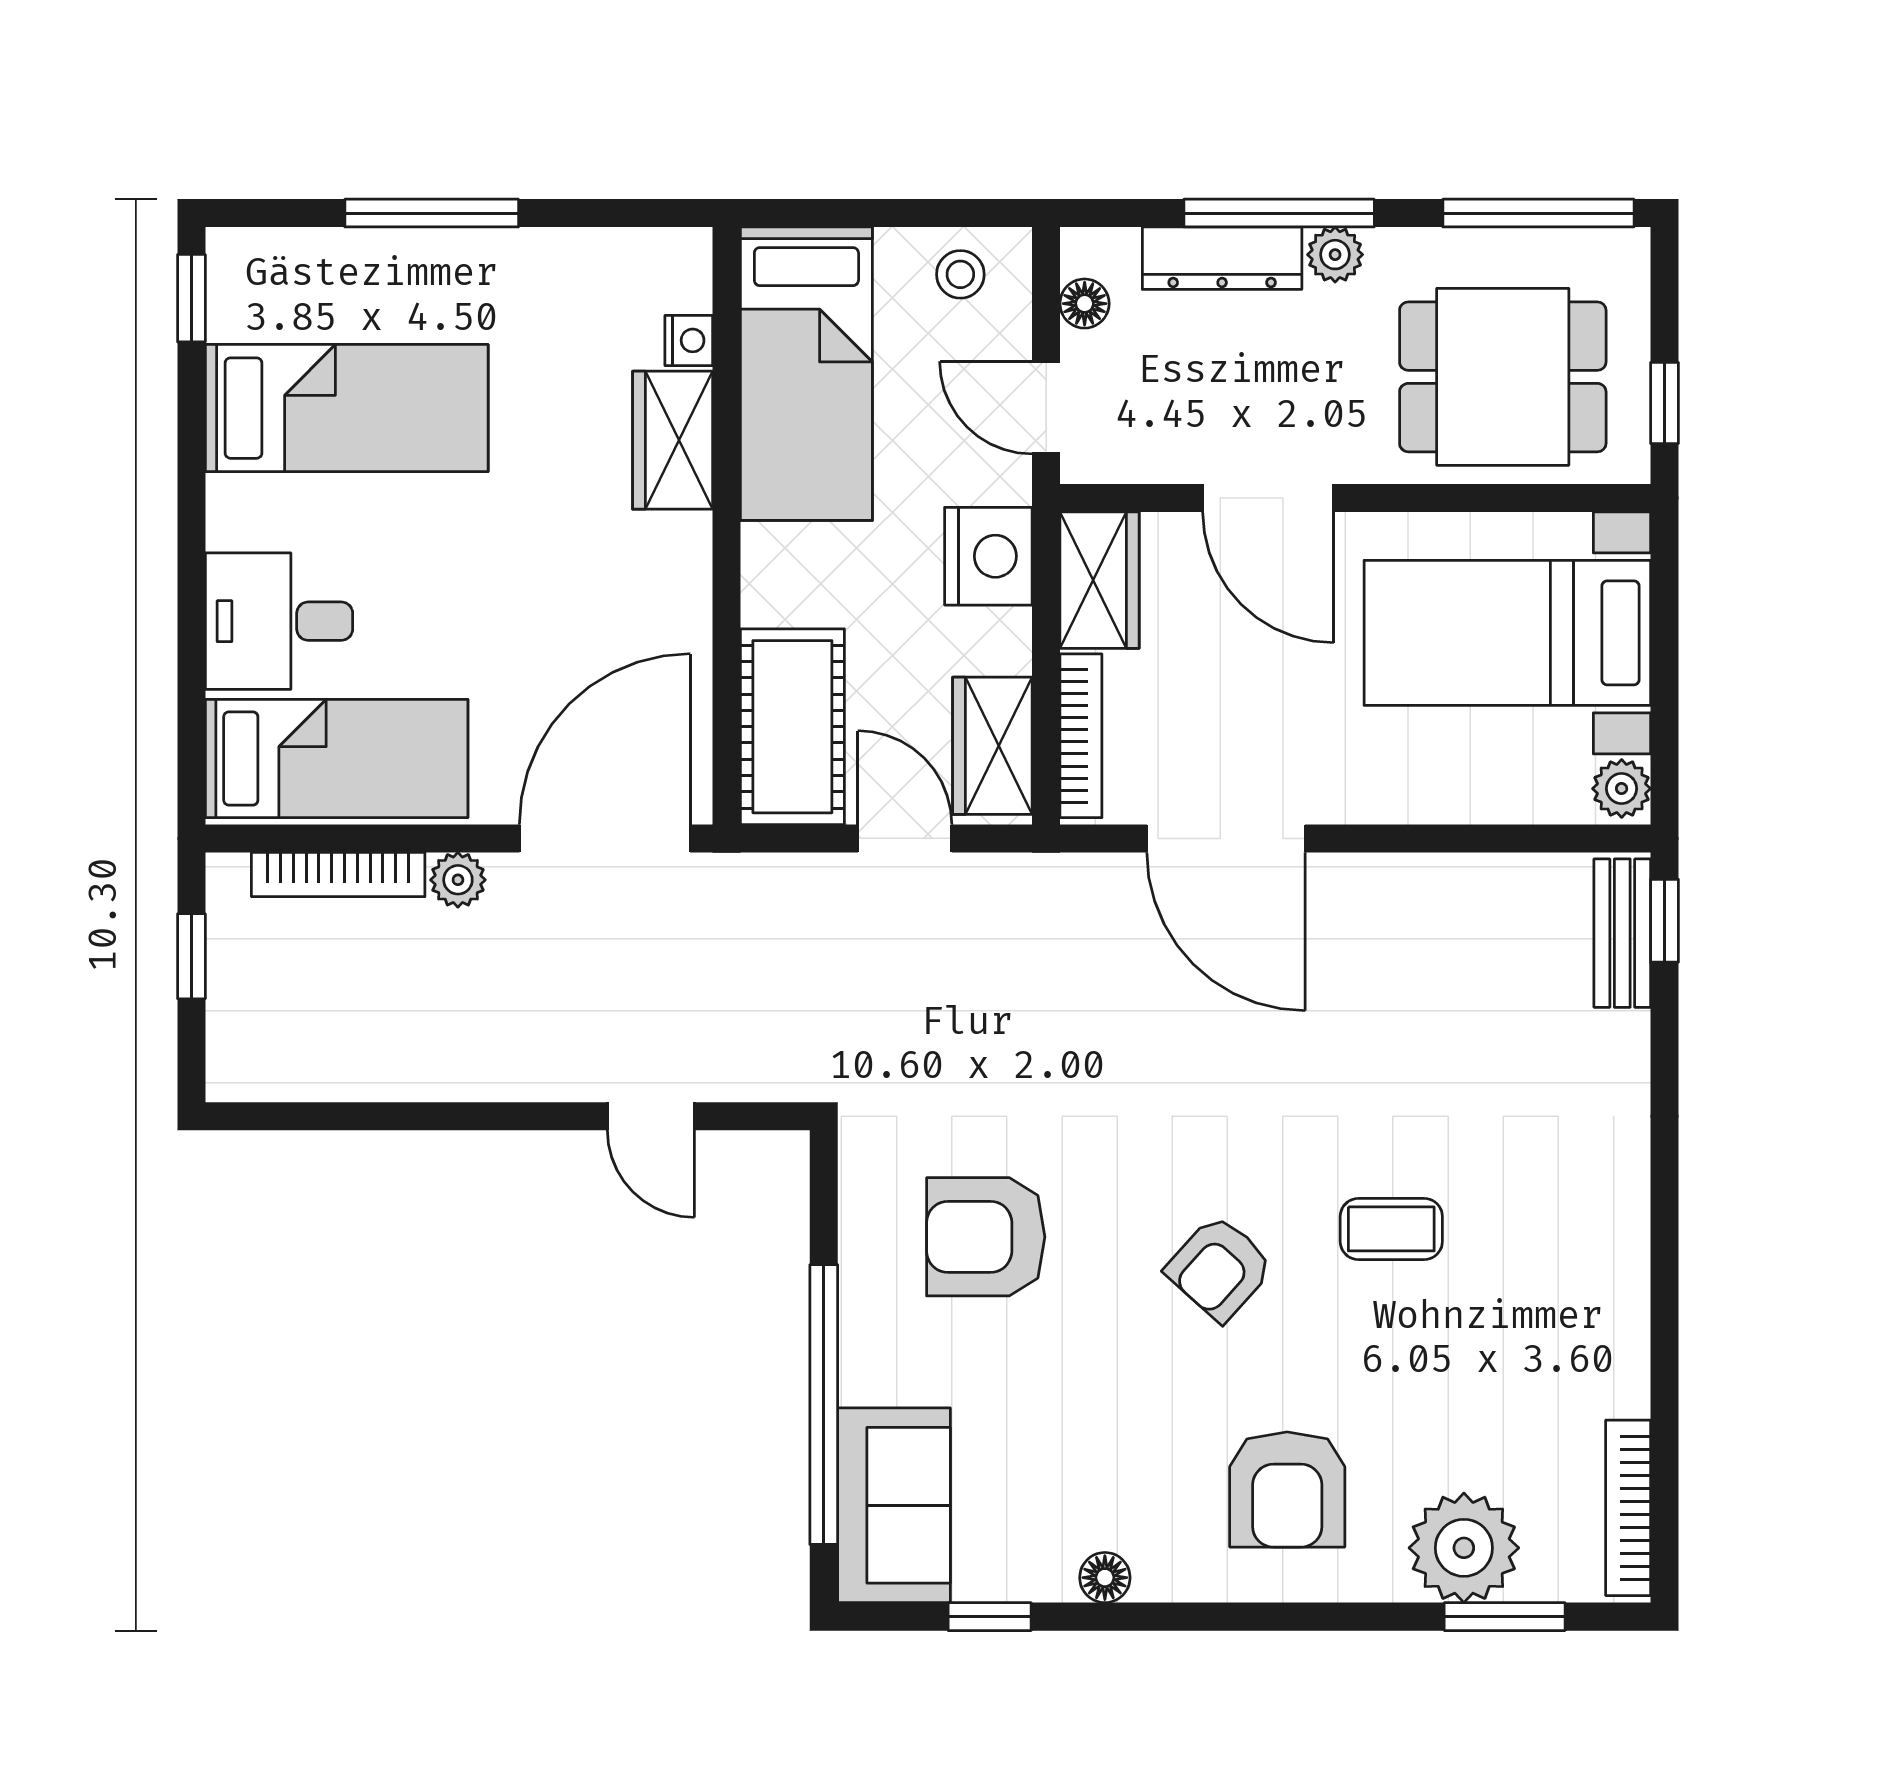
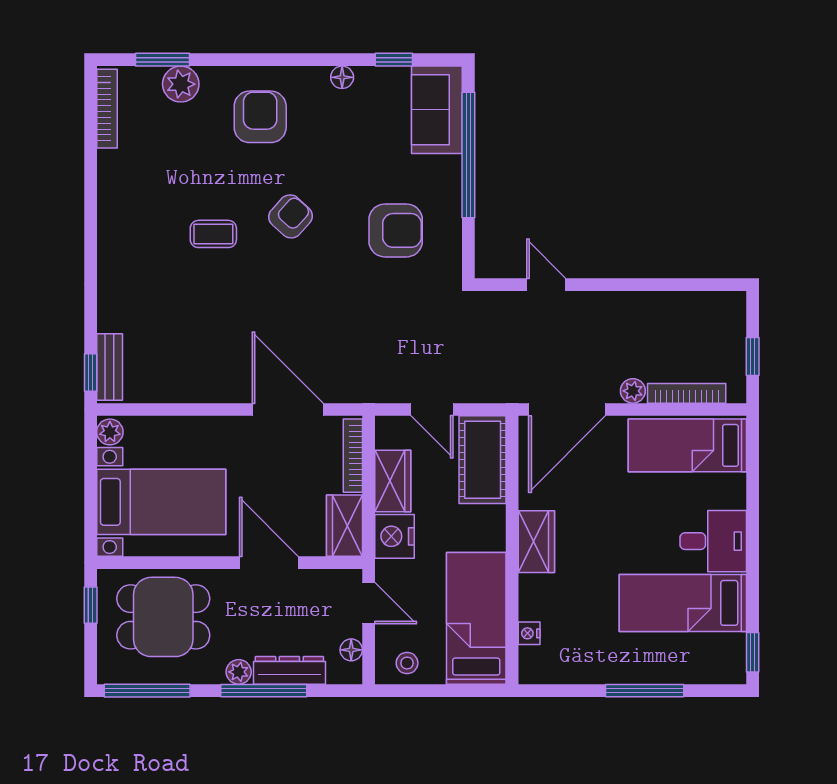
wardrobe: (673, 440) -> (536, 542), moved
desk: (279, 621) -> (713, 541), moved
wardrobe: (992, 746) -> (393, 481), moved
plant: (1464, 1548) -> (181, 84), width x0.73, depth x0.73

